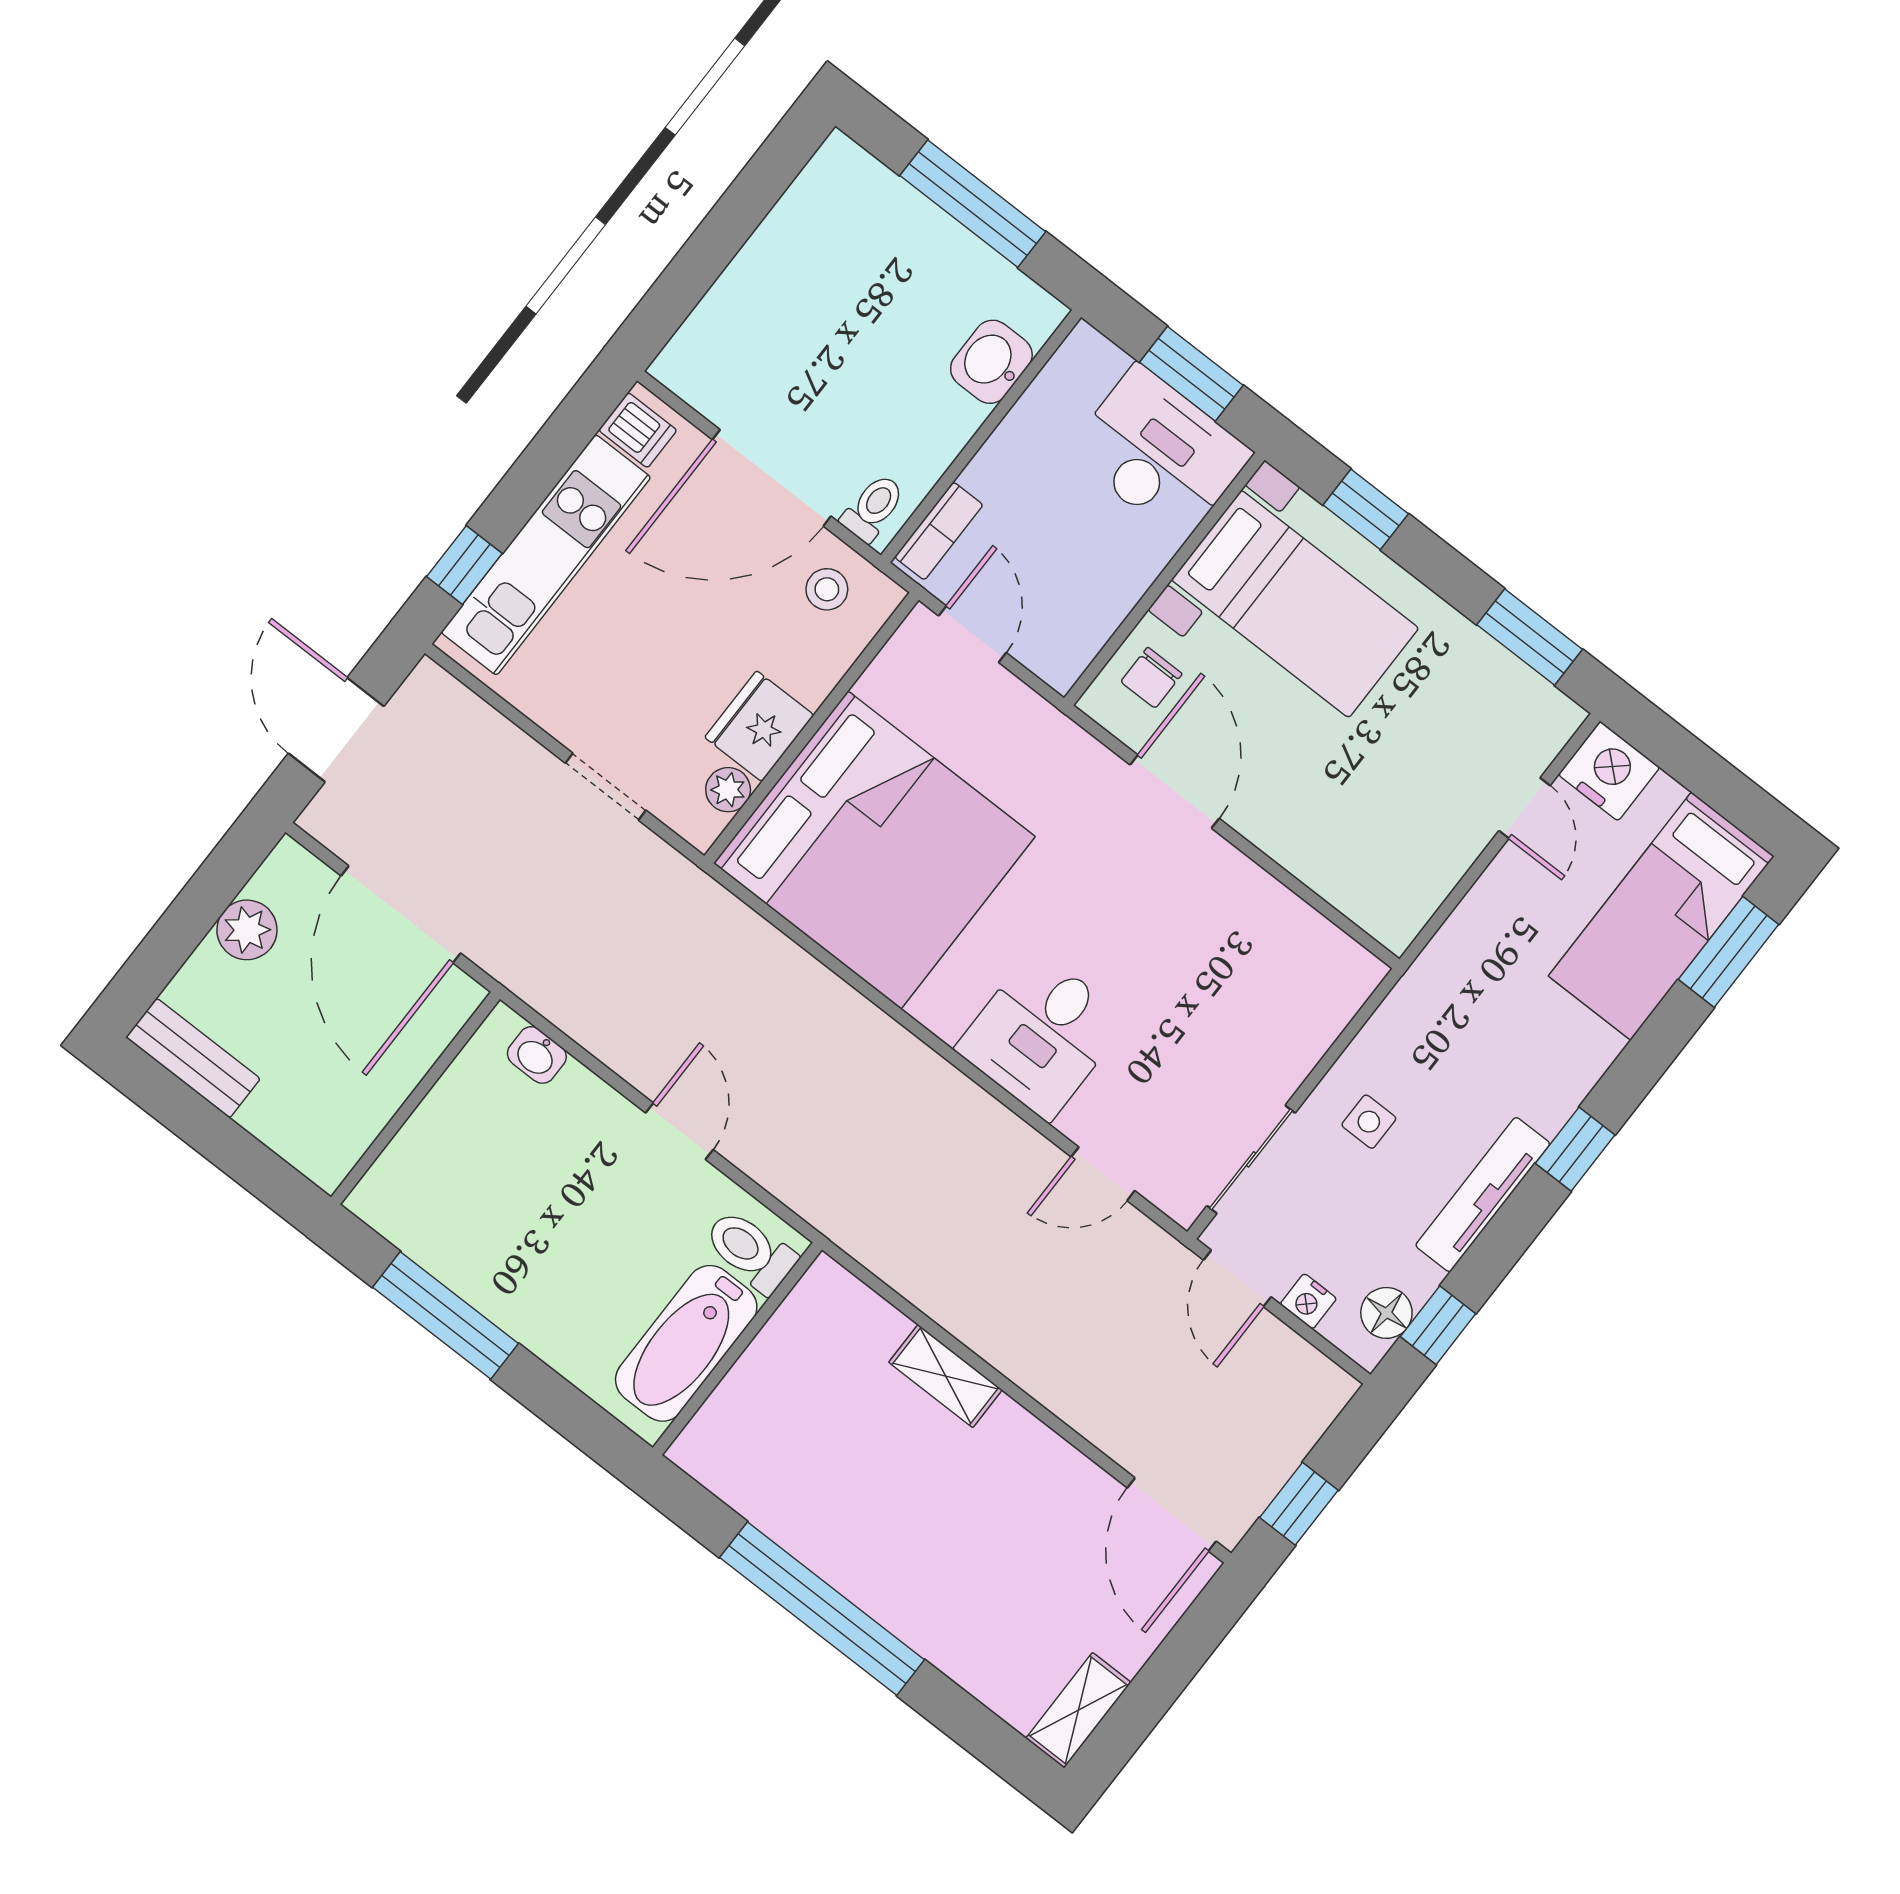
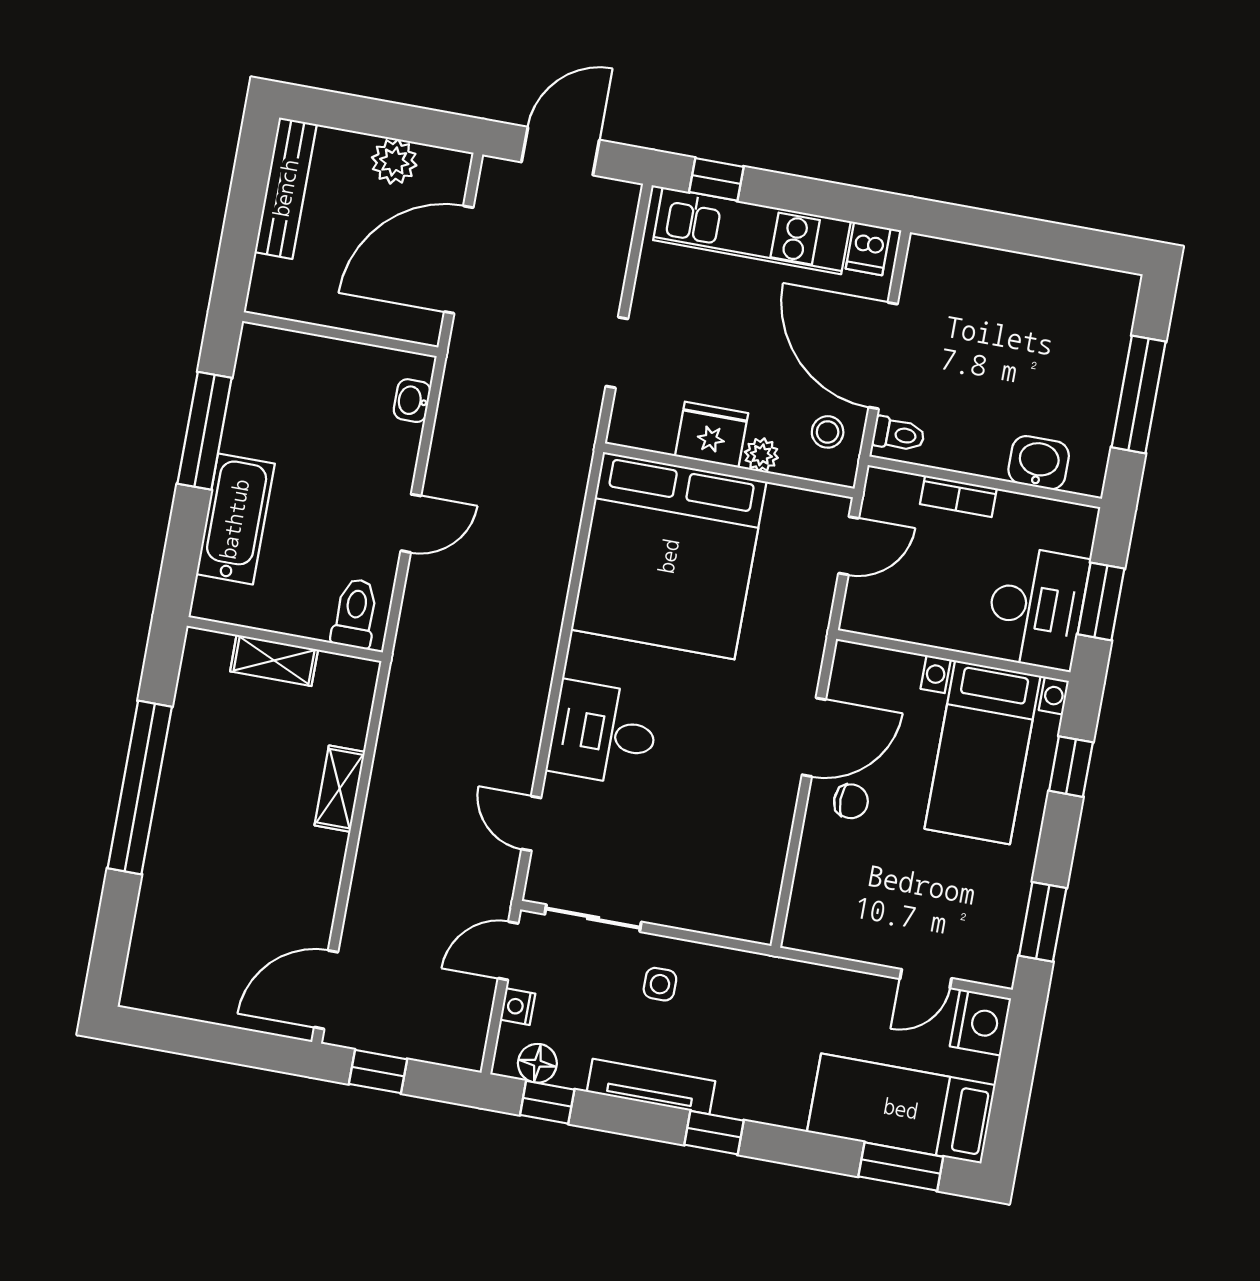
bookcase: (939, 531) -> (958, 496), moved
chair: (1151, 678) -> (851, 801), moved, turned 180
plant: (728, 790) -> (761, 455), moved
bench: (193, 1058) -> (286, 188), width x1.36
bathtub: (686, 1343) -> (235, 519), moved, turned 90
shelving: (1078, 1710) -> (274, 660), moved

